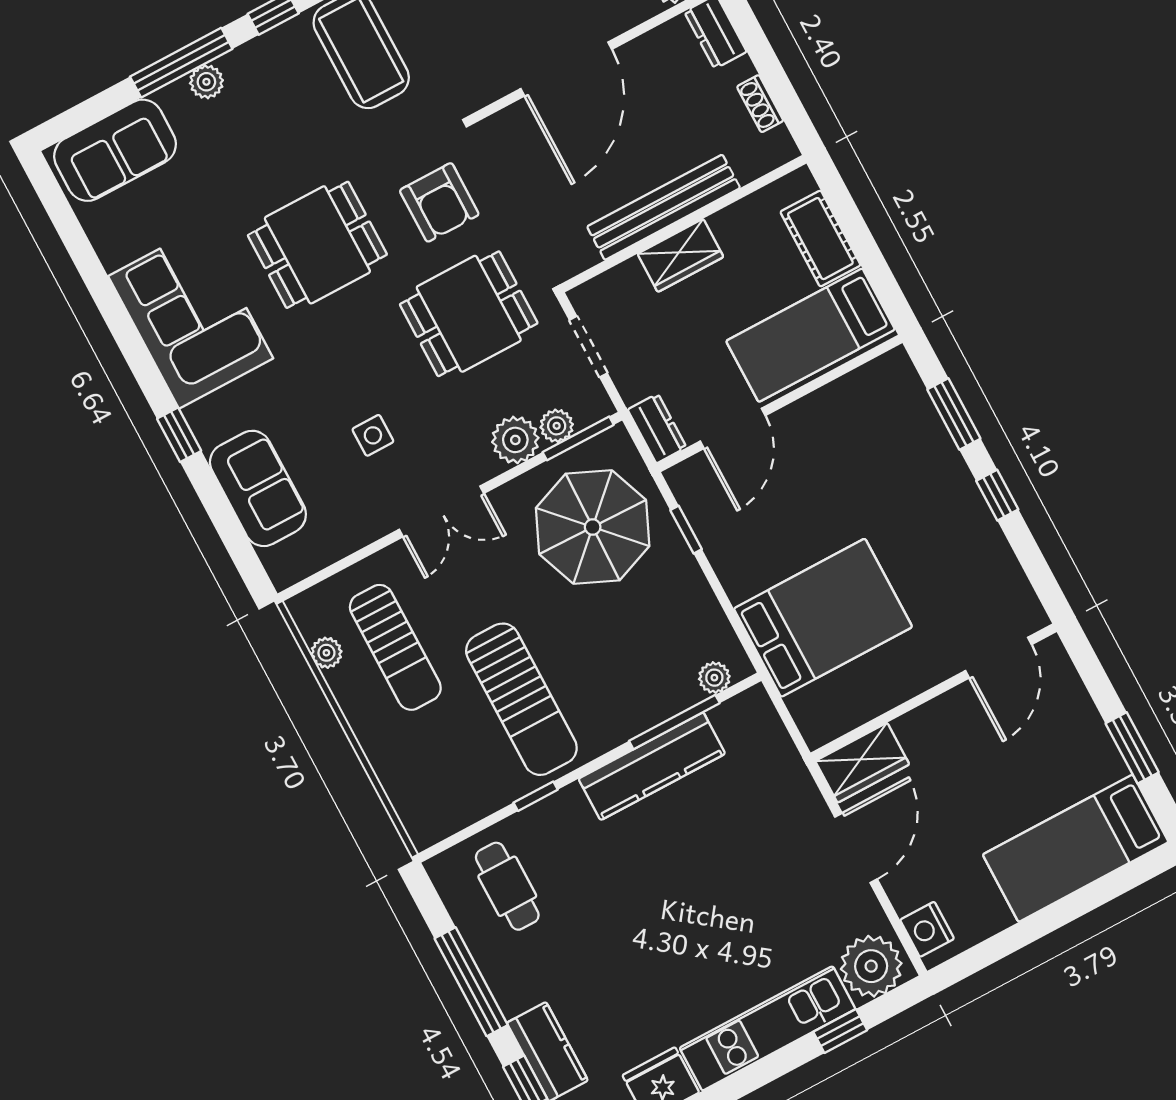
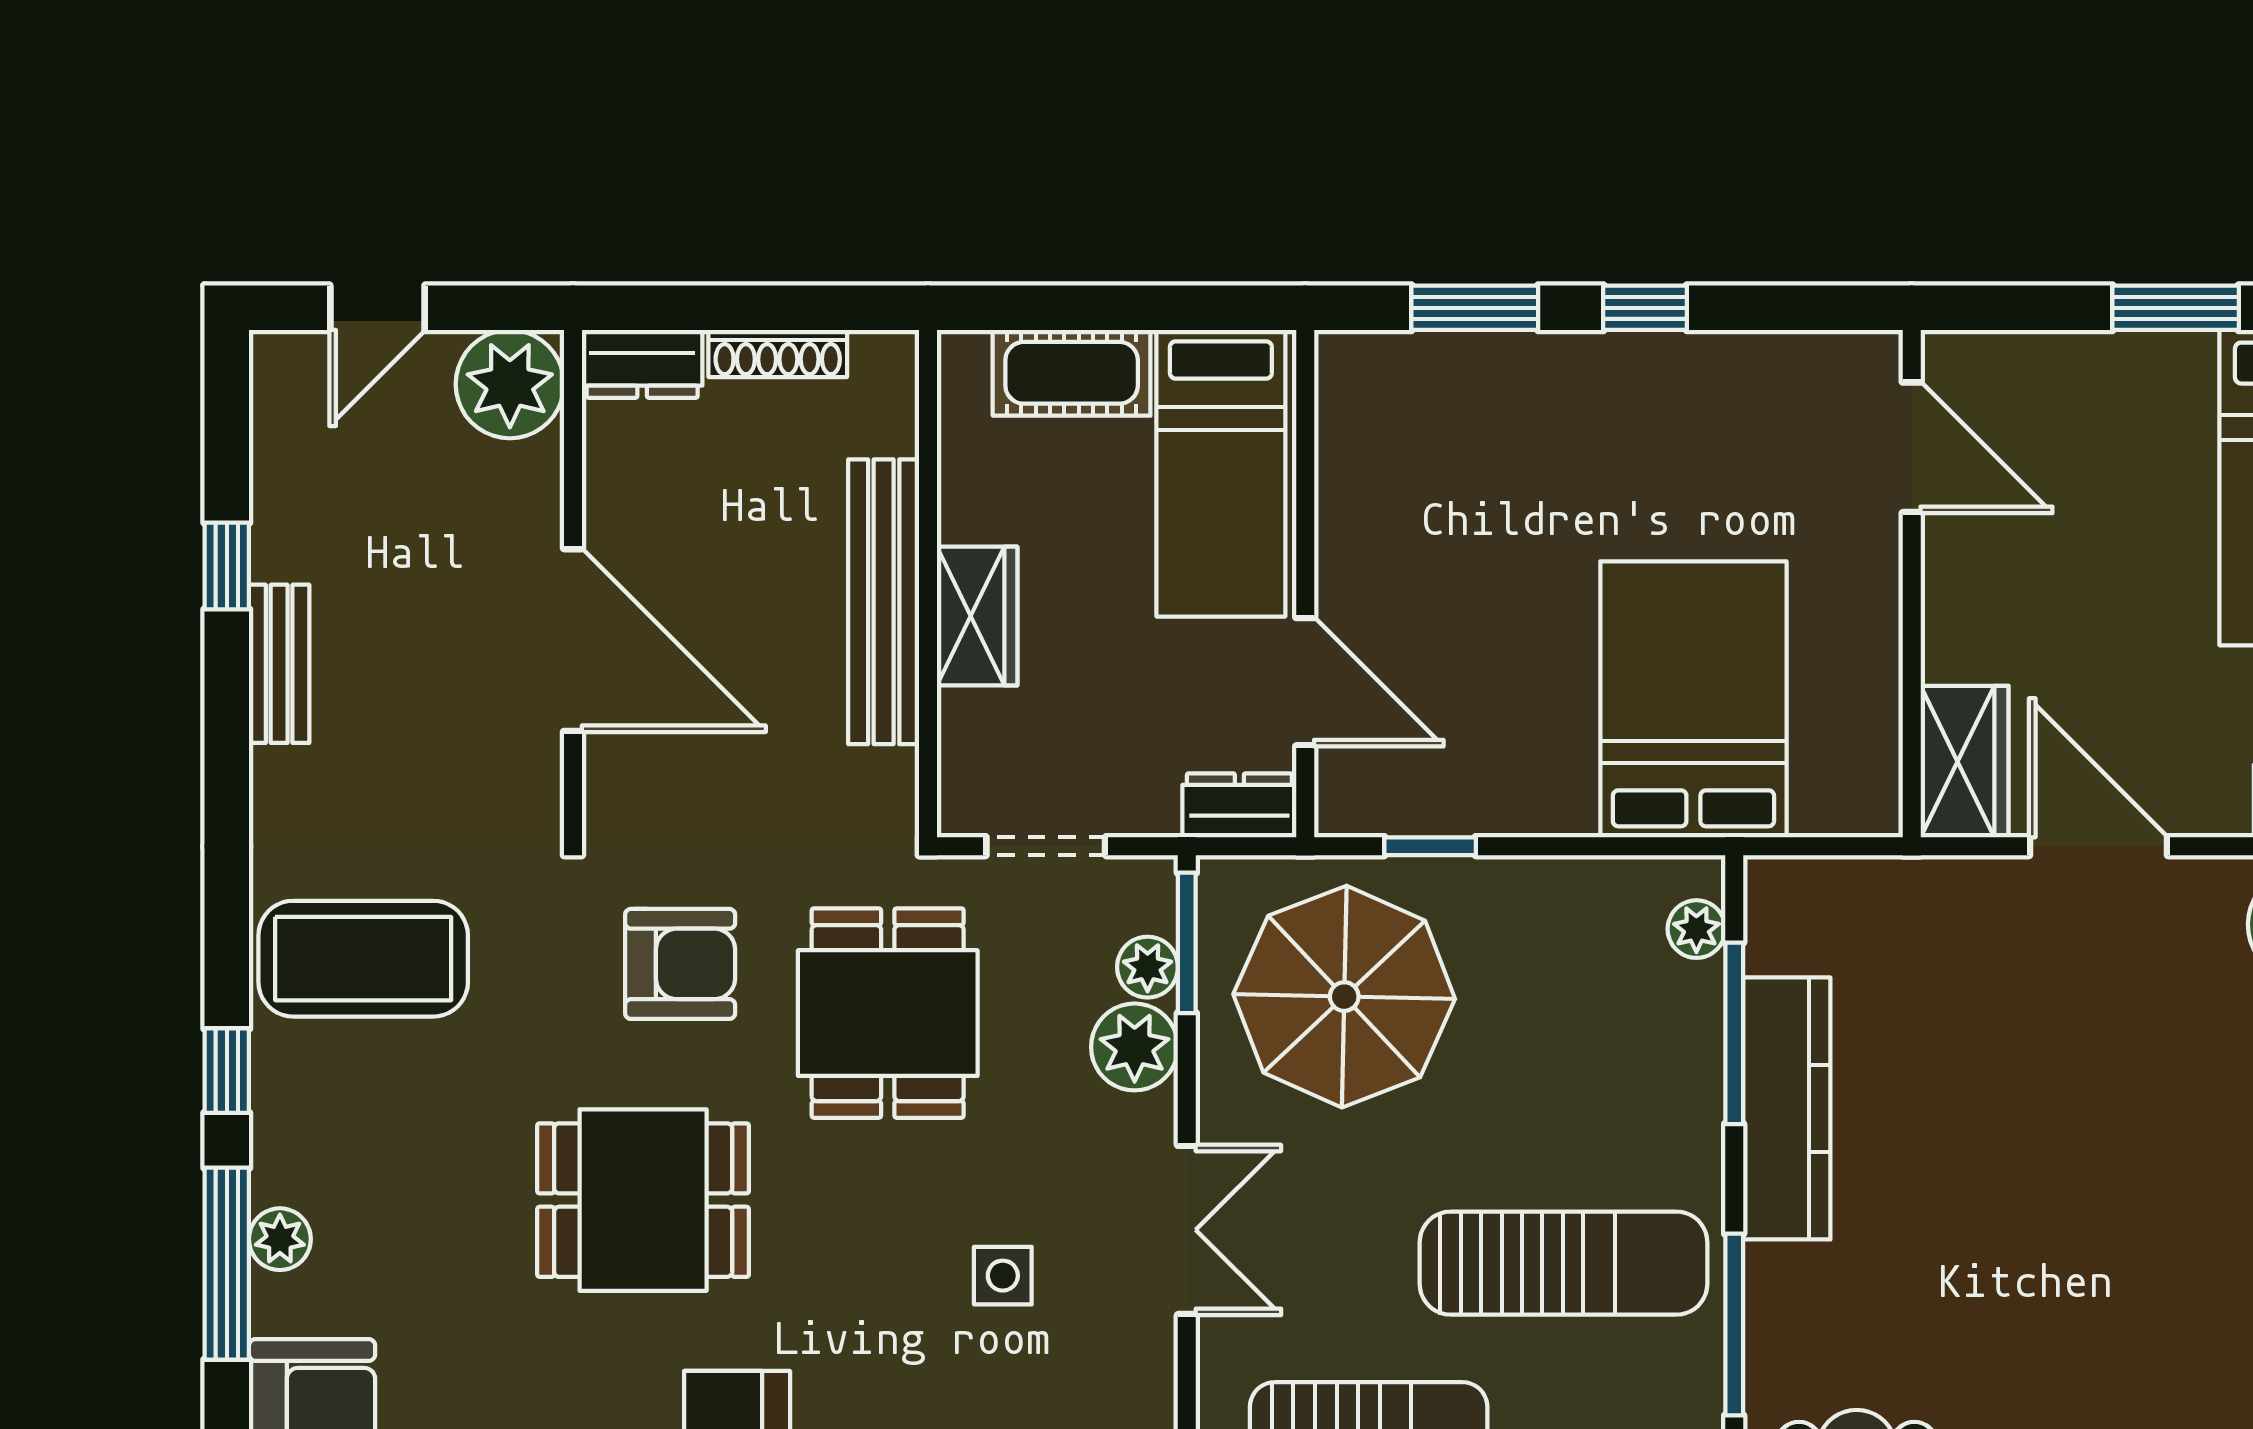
shoe rack: (760, 104) -> (778, 353), width x1.43
dining table: (317, 245) -> (643, 1200), turned 90
window: (536, 796) -> (1734, 1325), width x2.17

